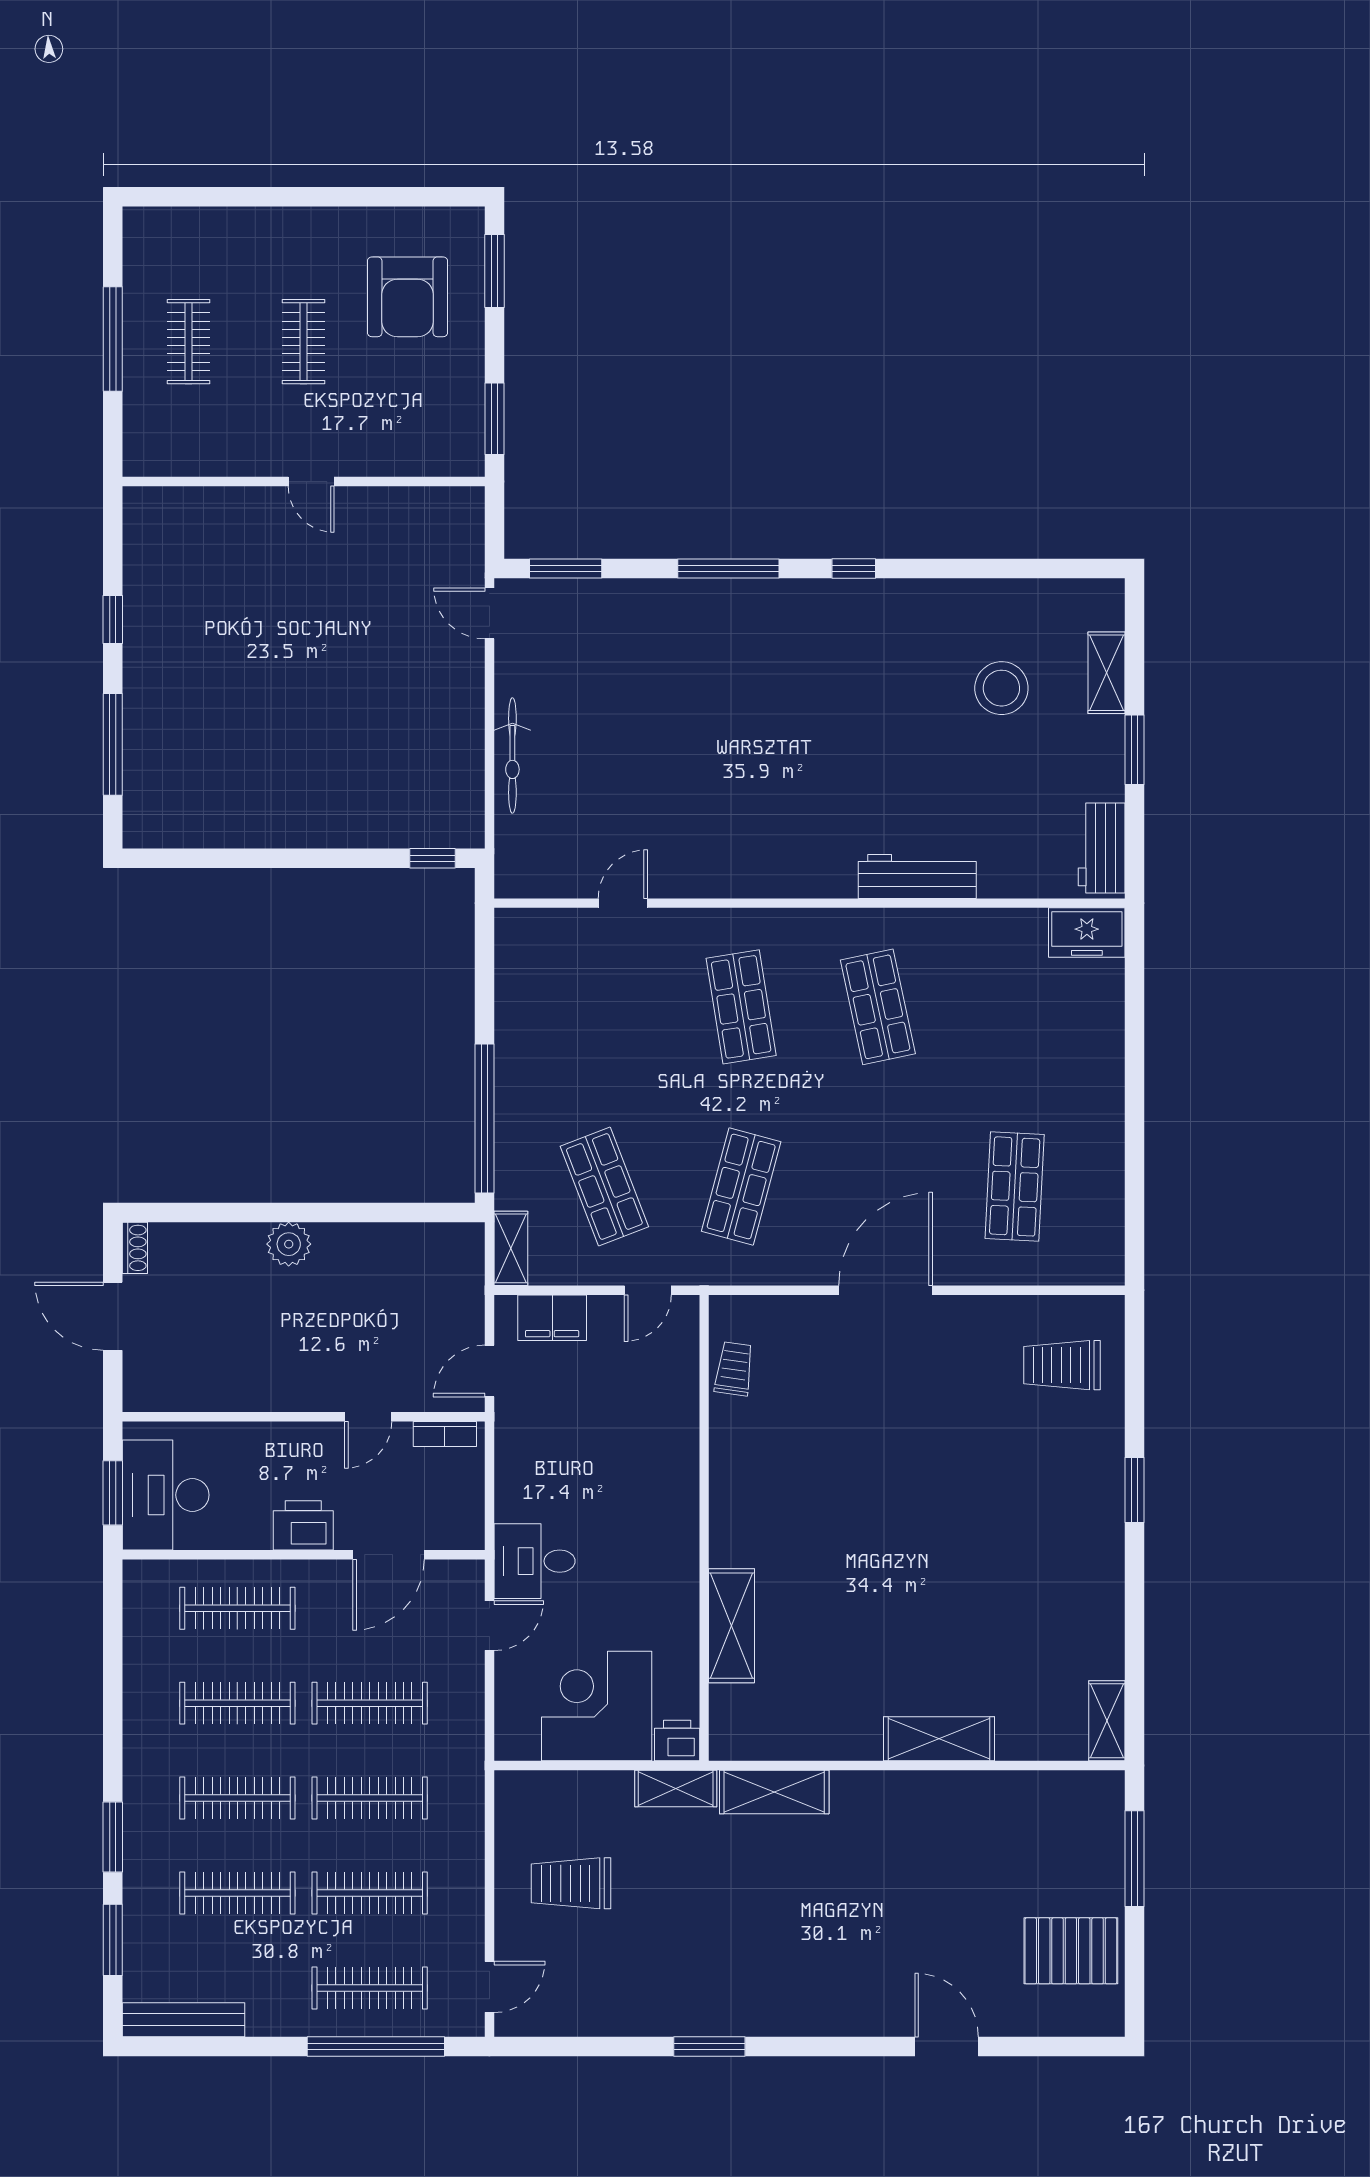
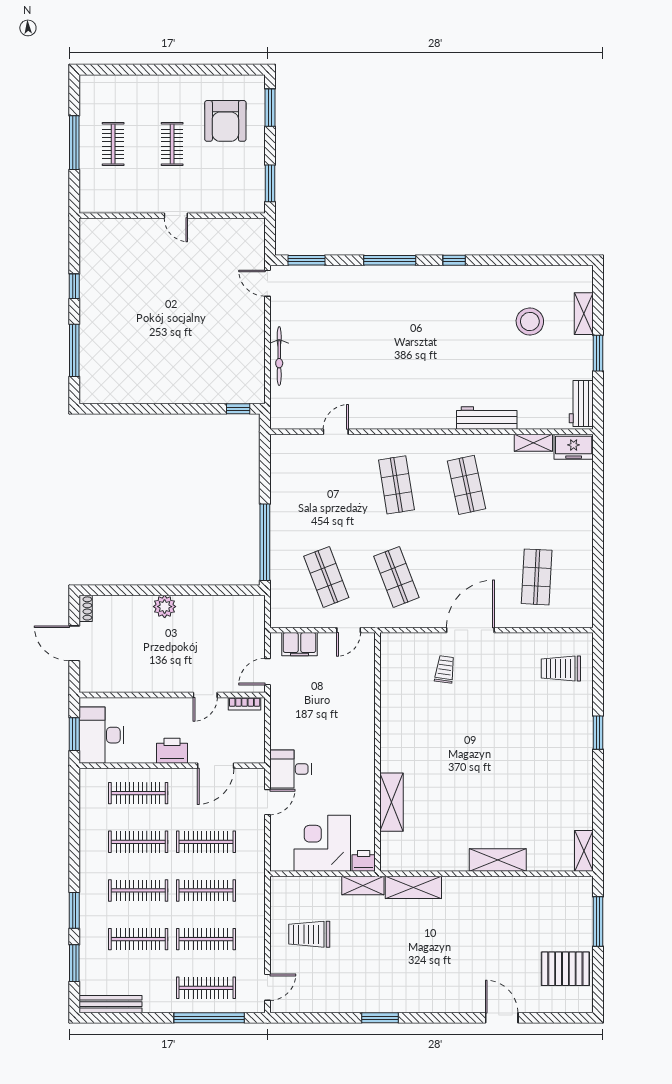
shop shelf: (741, 1186) -> (396, 577), turned -36
shelving: (511, 1248) -> (533, 443), moved, turned 90
trolley: (734, 1369) -> (445, 669), moved

